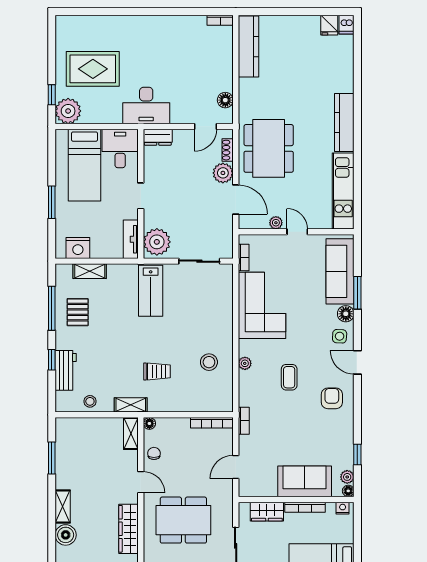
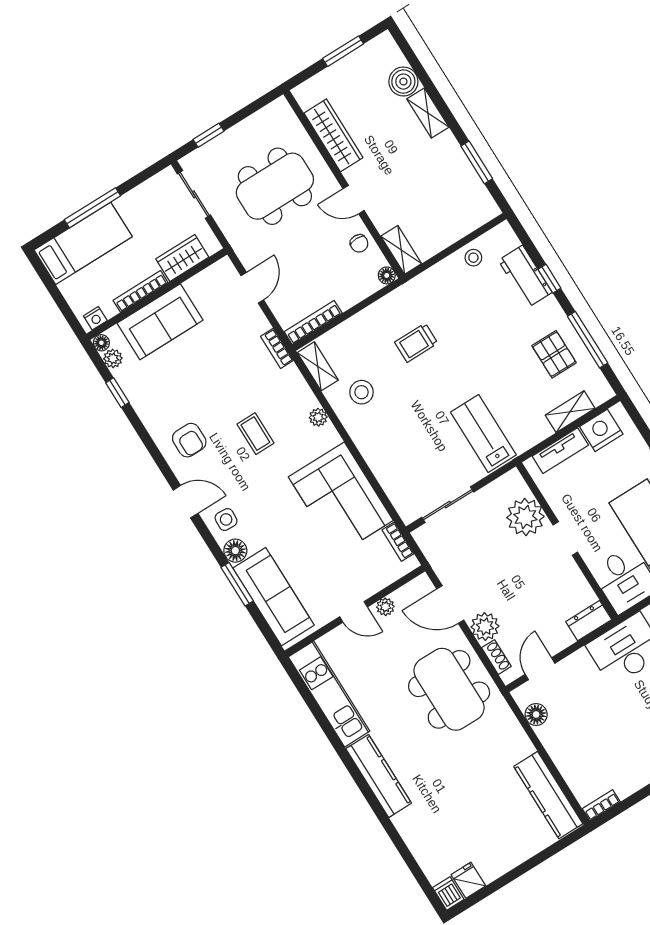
tv unit: (131, 239) -> (560, 451), moved, turned 90
plant: (157, 242) -> (525, 517), moved
shelving: (131, 405) -> (318, 366), moved, turned 90

